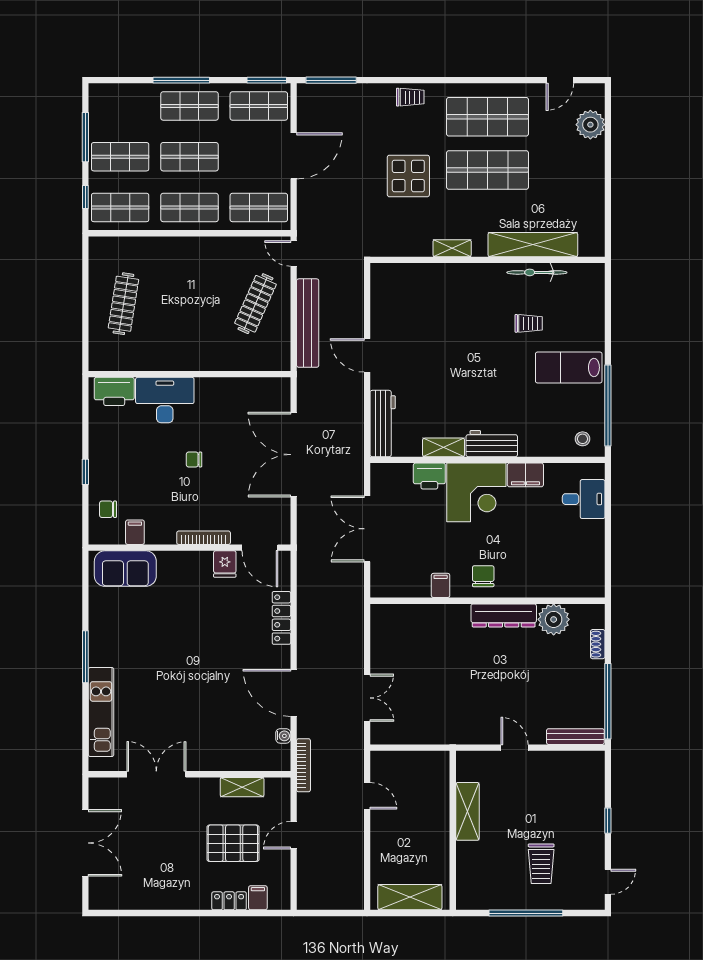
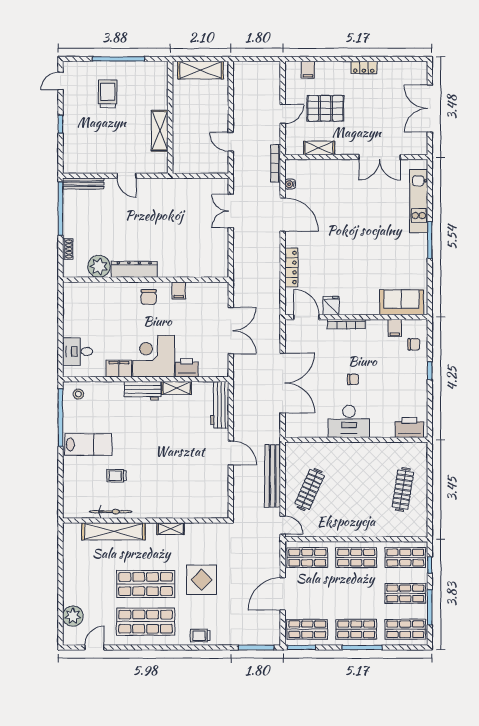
shop shelf: (189, 157) -> (405, 629), moved
desk: (165, 400) -> (349, 421), moved
locker: (229, 901) -> (364, 68), moved

